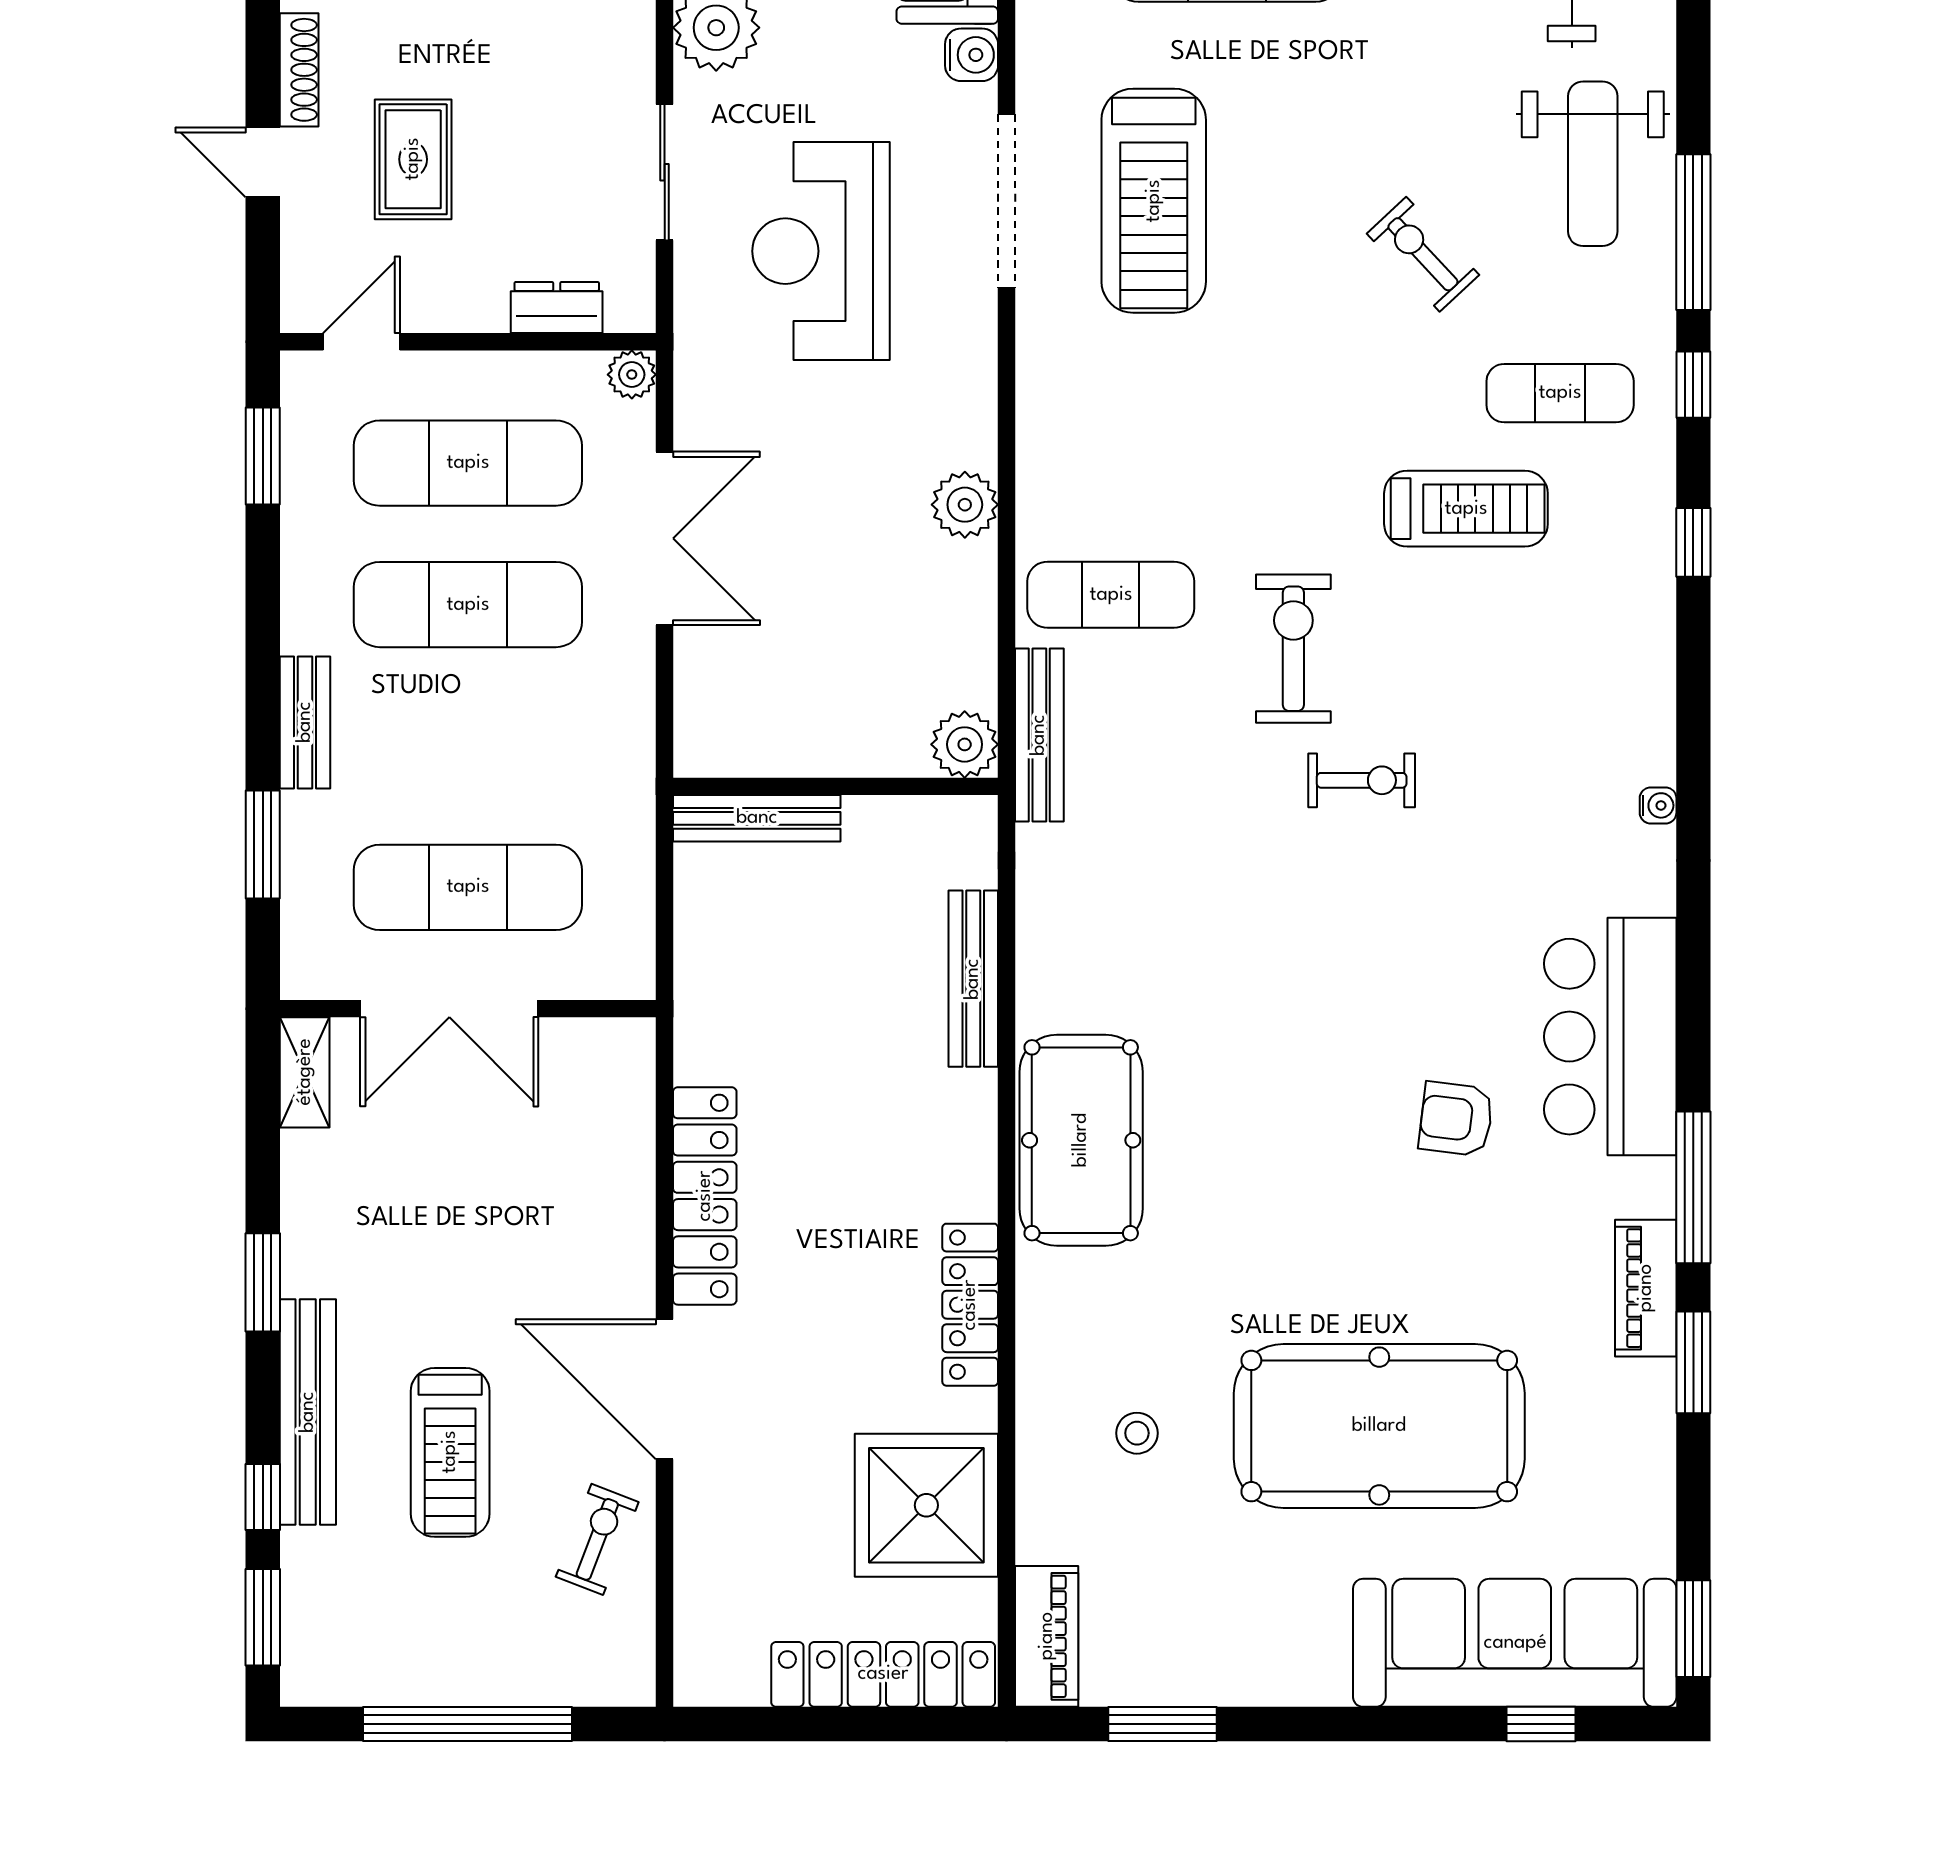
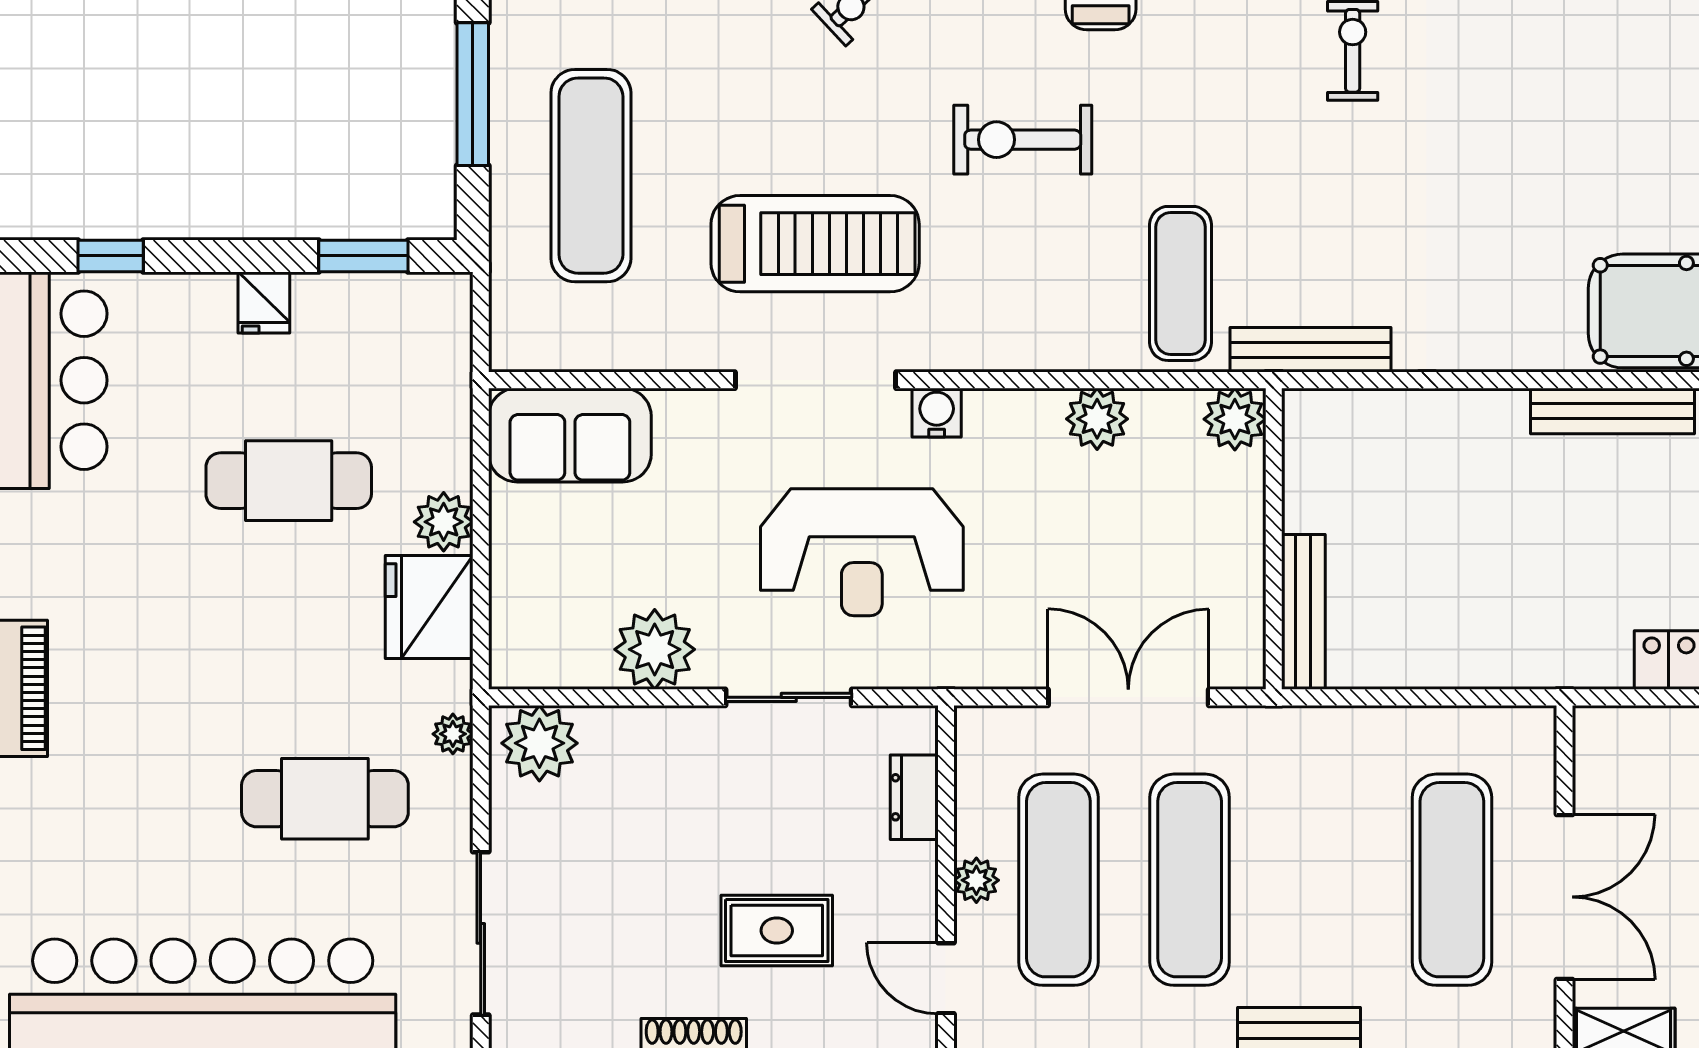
water cooler: (972, 55) -> (937, 413), moved
plant: (632, 375) -> (976, 880), moved
exercise bike: (1293, 649) -> (1023, 140), moved
plant: (965, 744) -> (1235, 419), moved
wall: (836, 786) -> (1274, 539), moved
bench: (757, 818) -> (1303, 612), moved
bench: (973, 979) -> (1612, 411), moved

